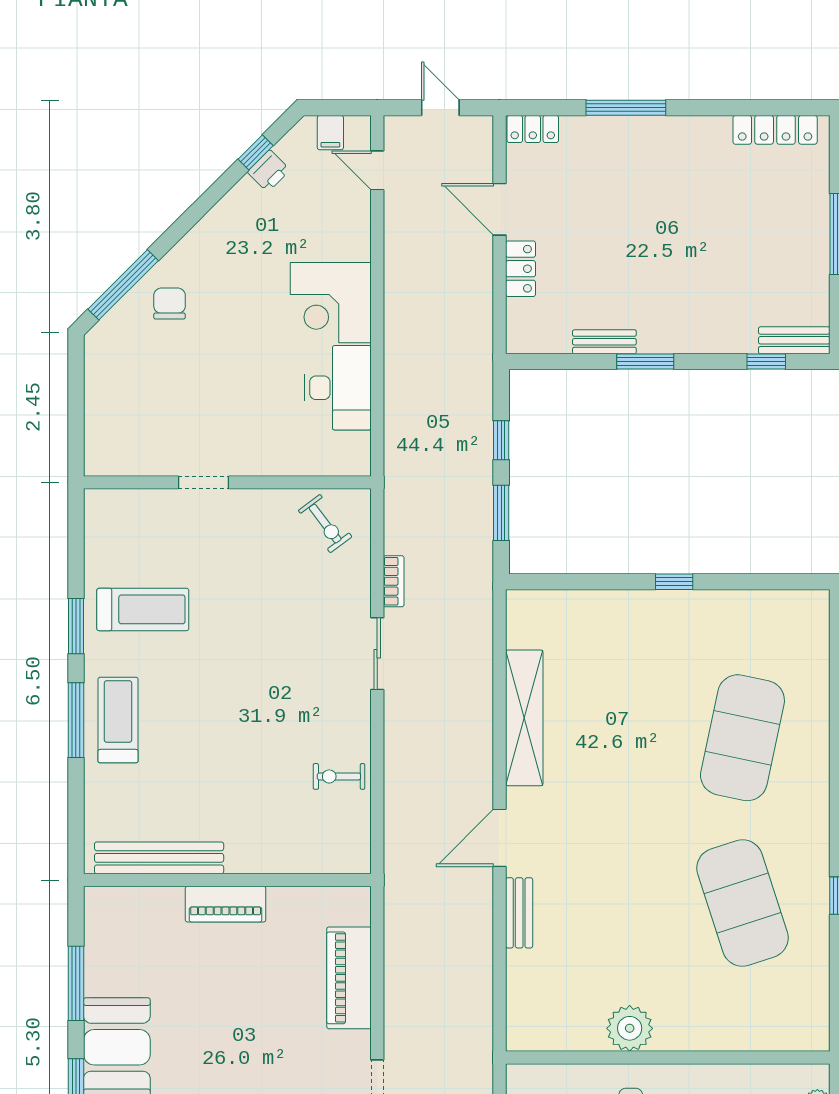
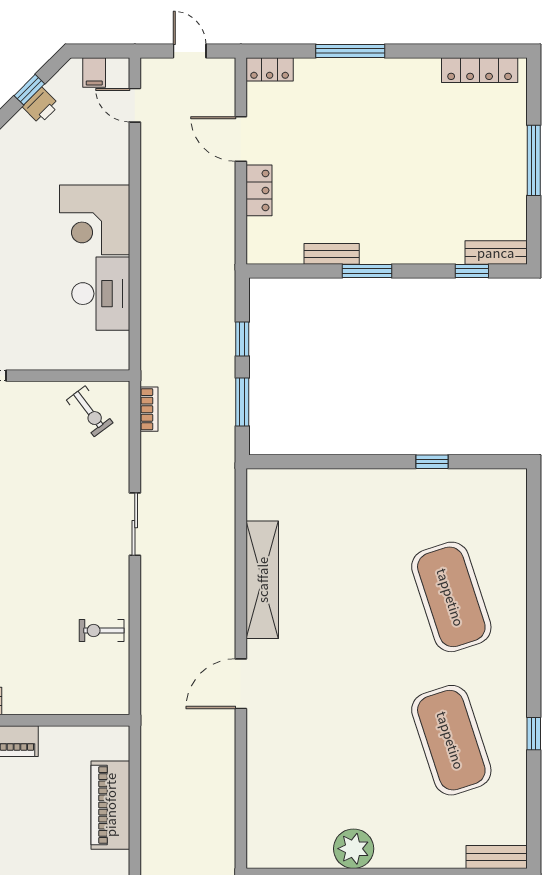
bookcase: (394, 581) -> (149, 409), moved
window: (674, 582) -> (432, 462), moved
exercise mat: (742, 738) -> (451, 597), turned -30
bench: (519, 913) -> (497, 857), moved, turned 90

